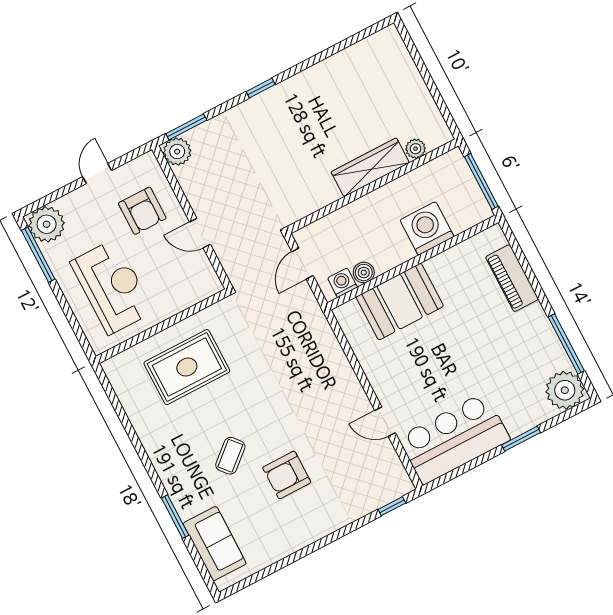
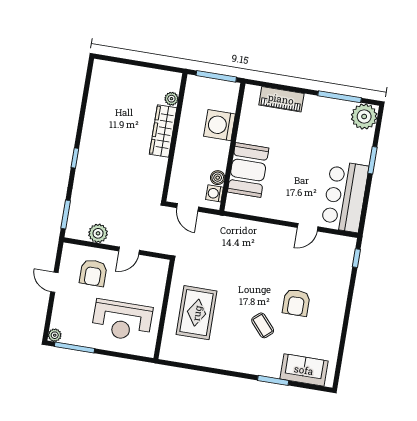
plant: (177, 152) -> (98, 233), moved
armchair: (142, 211) -> (93, 273), turned 90
plant: (47, 224) -> (55, 335), width x0.53, depth x0.53
reception desk: (112, 287) -> (122, 320), turned 180

